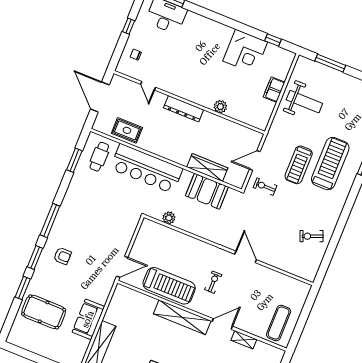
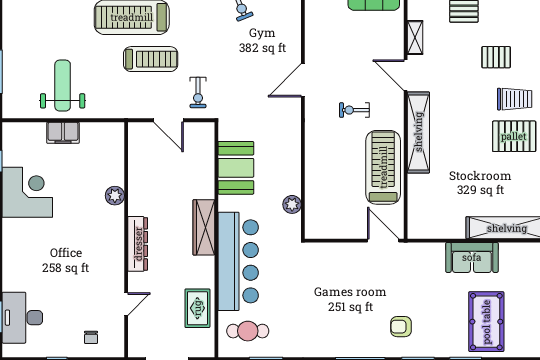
wardrobe: (207, 168) -> (204, 227), moved
armchair: (62, 256) -> (401, 327), turned -90

